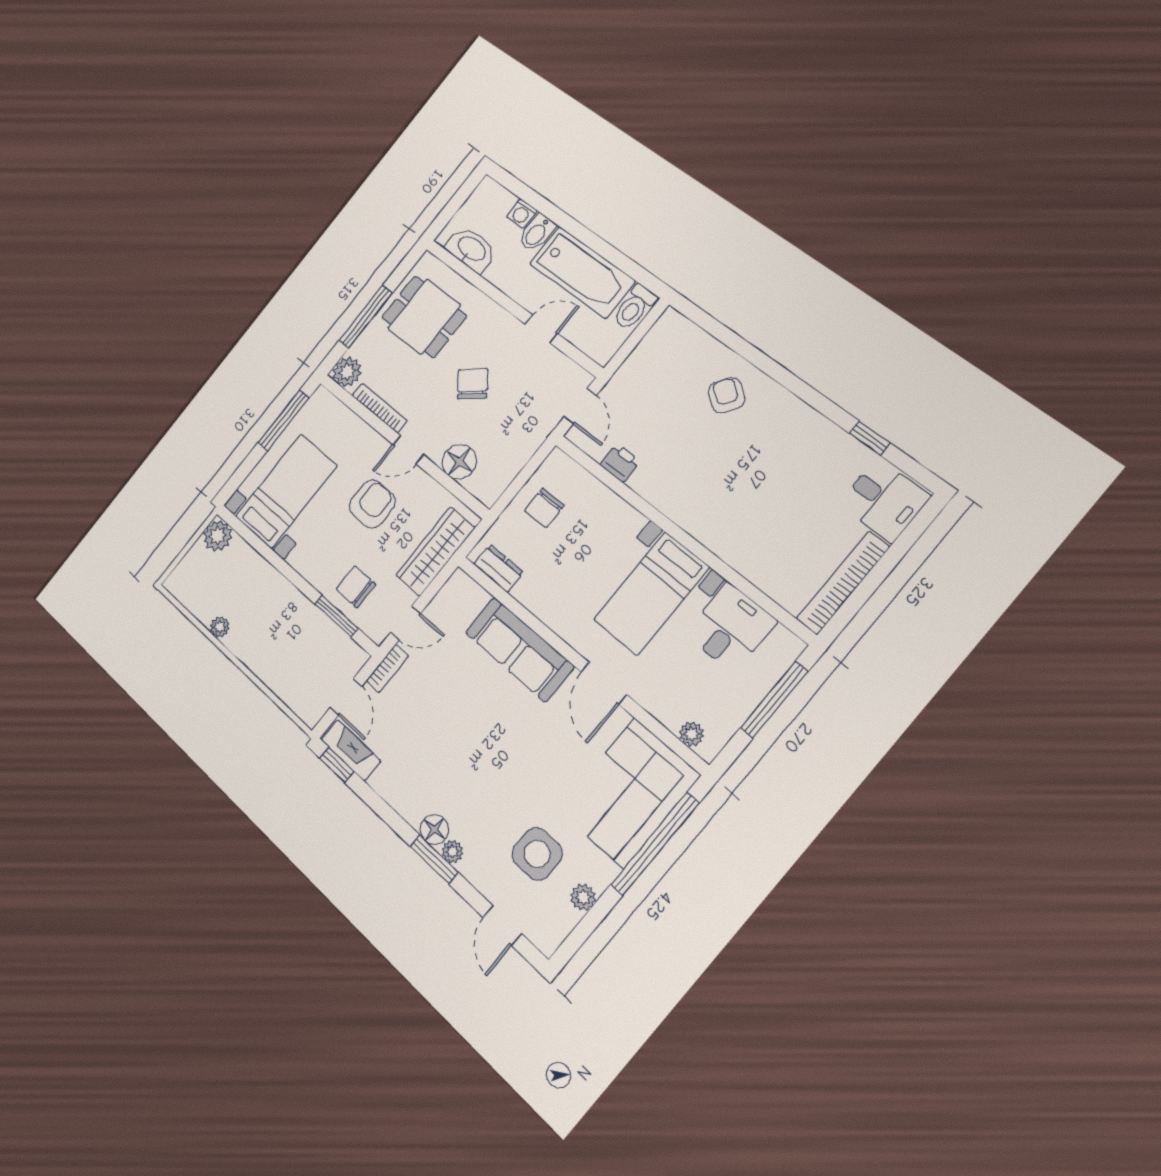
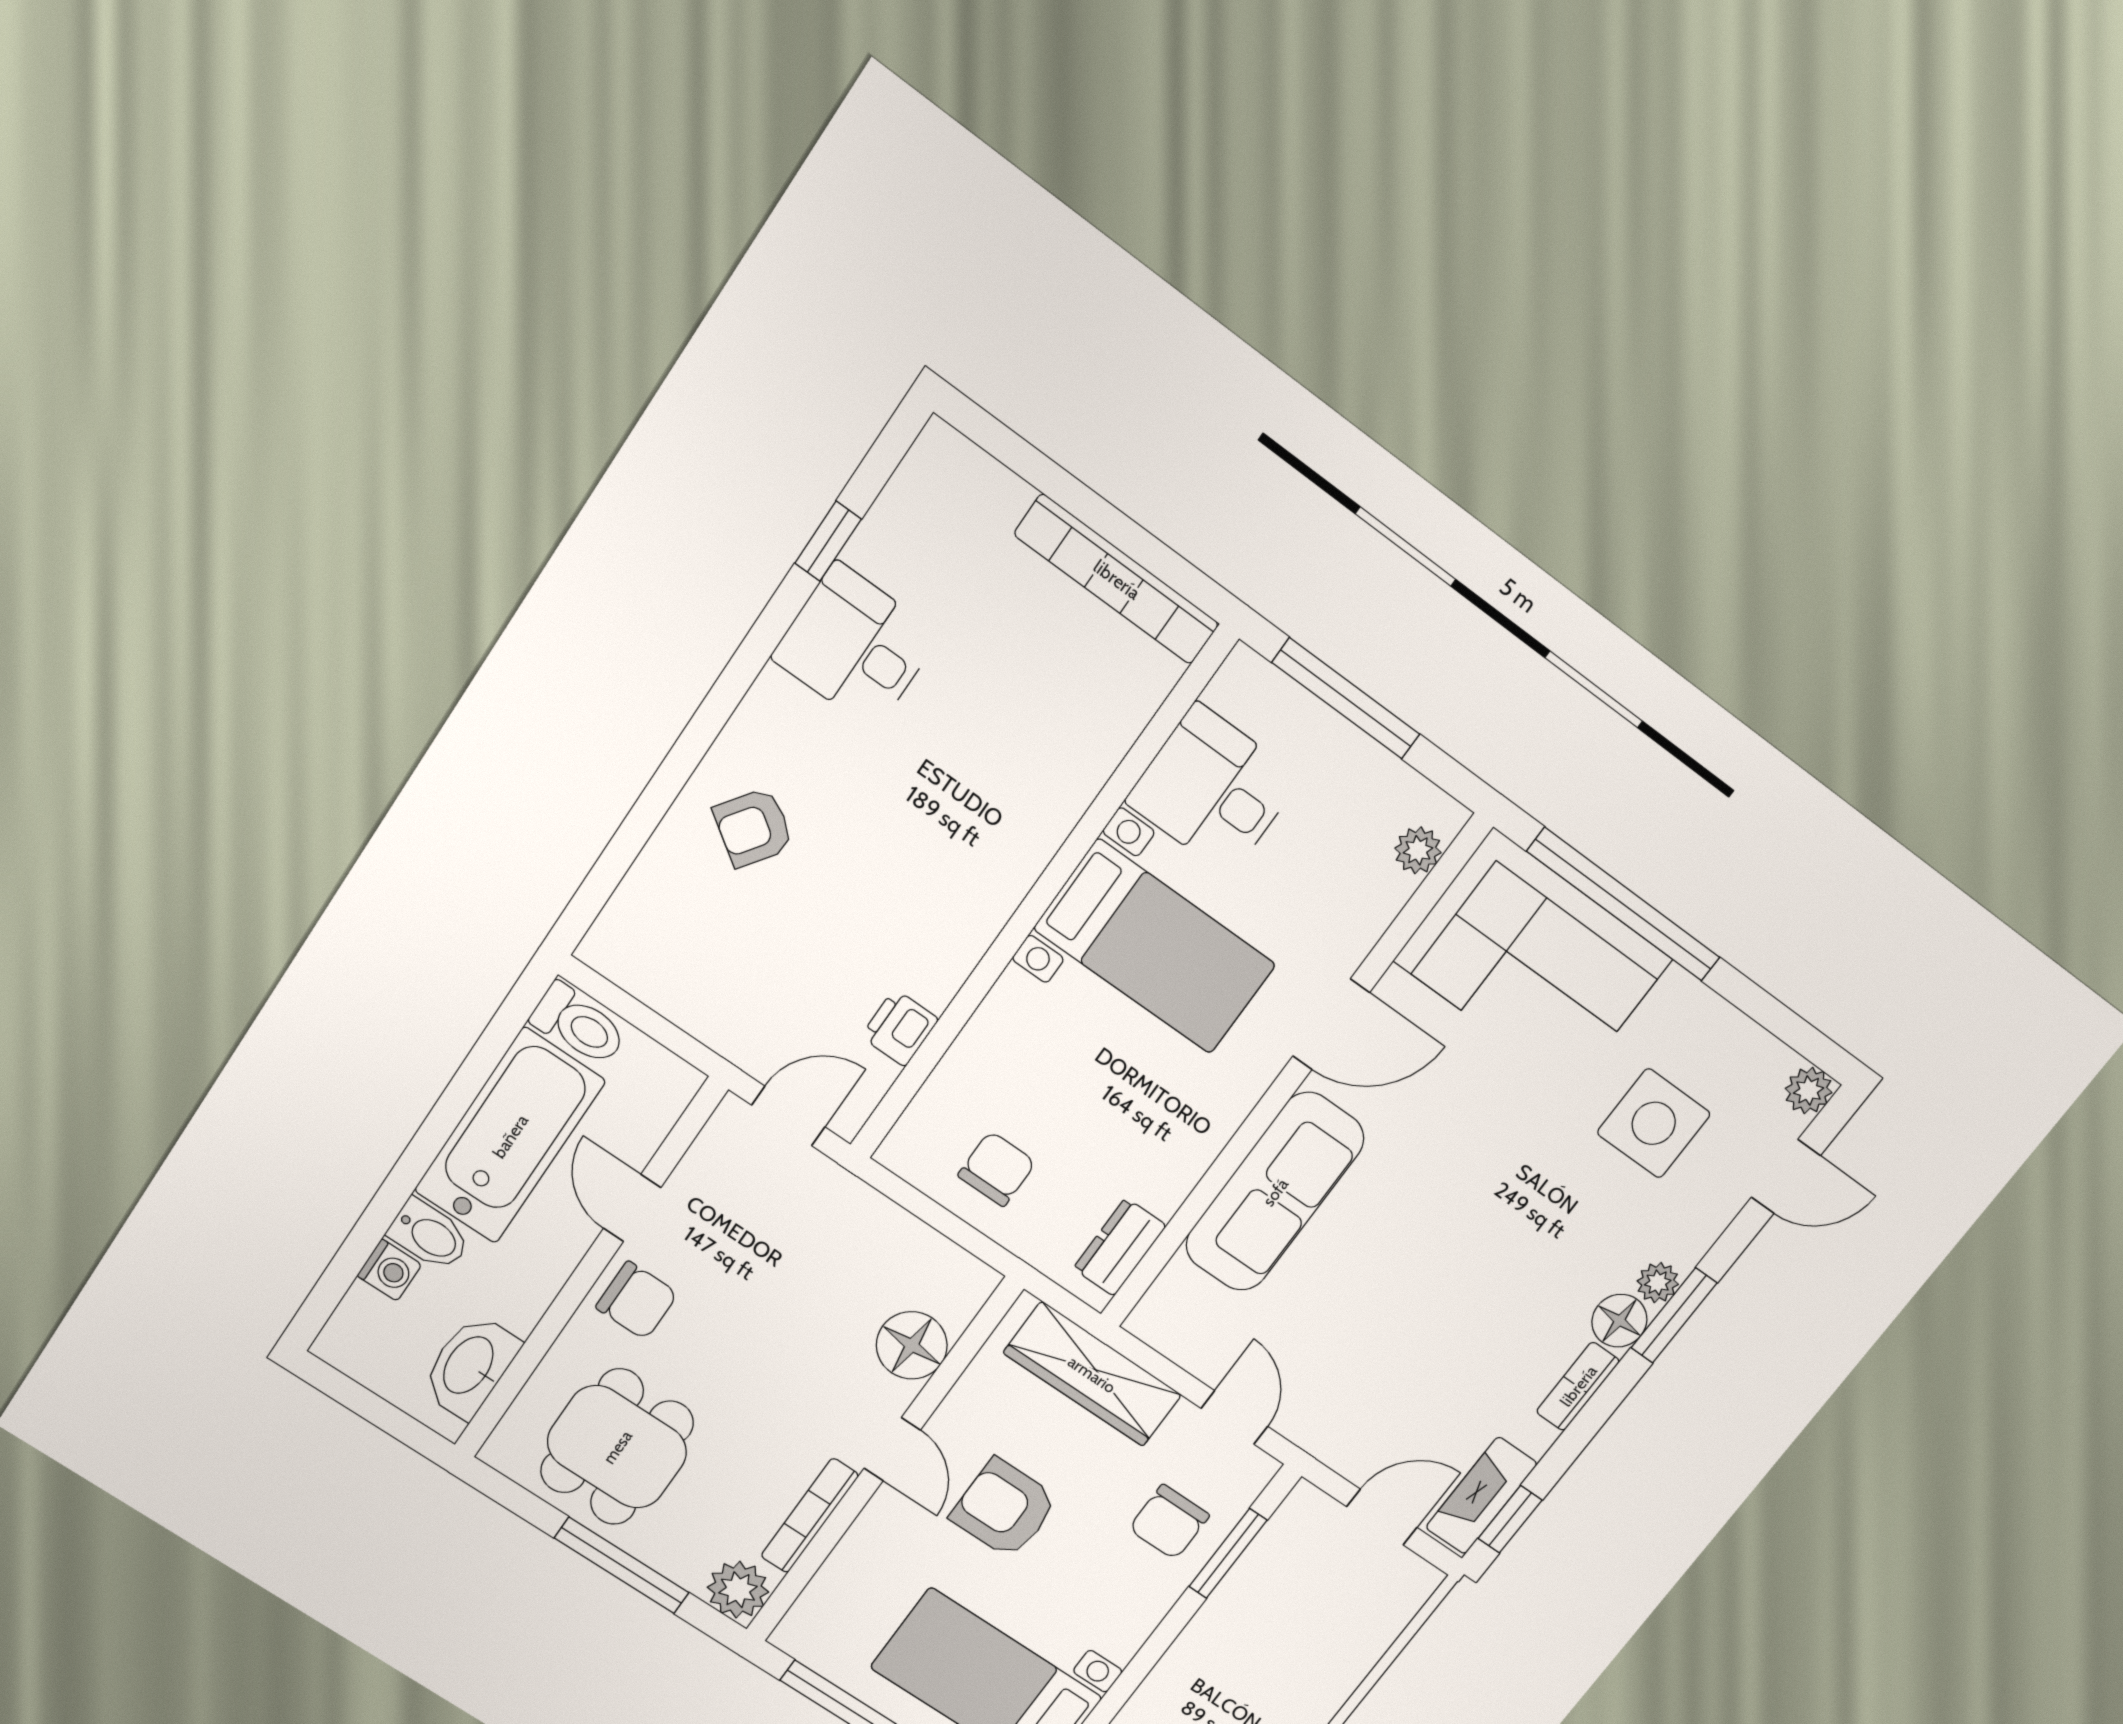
chair: (473, 384) -> (637, 1300), moved, turned -141
desk: (884, 500) -> (856, 646), moved, turned -90
chair: (544, 508) -> (997, 1169), turned -90
bookcase: (387, 668) -> (1578, 1386), moved, turned -90
plant: (583, 897) -> (1809, 1091), moved

